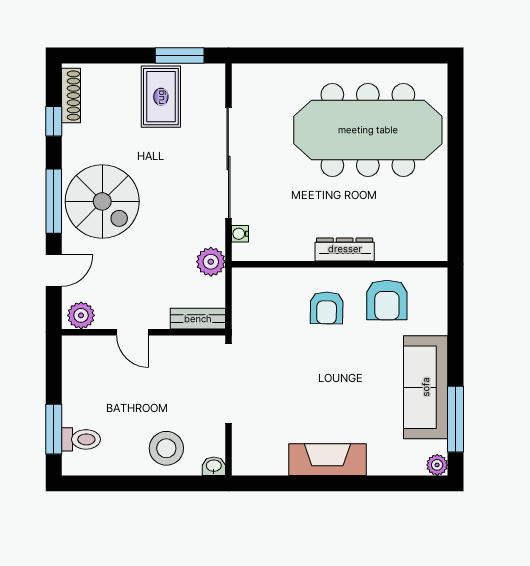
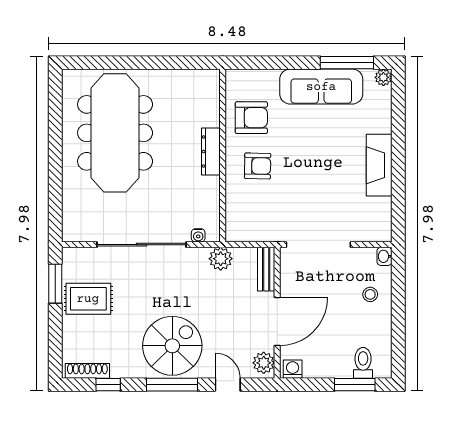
door: (133, 332) -> (277, 321), width x1.88
washing machine: (73, 352) -> (293, 369), added
stool: (166, 448) -> (370, 294), width x0.53, depth x0.53

